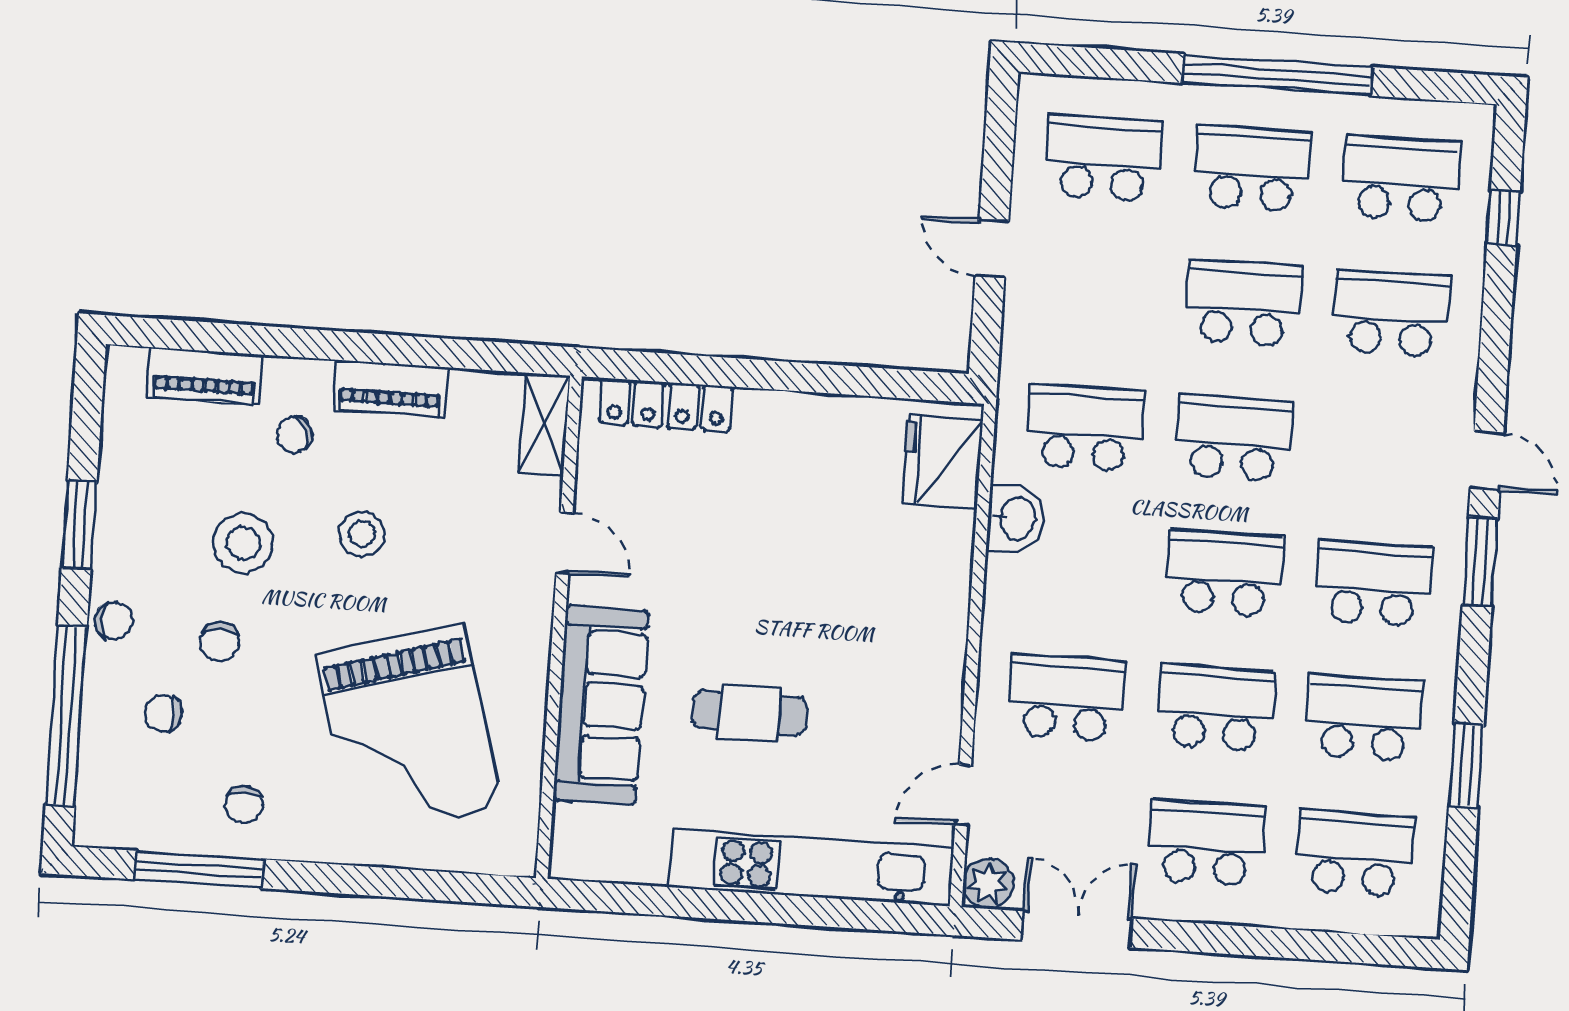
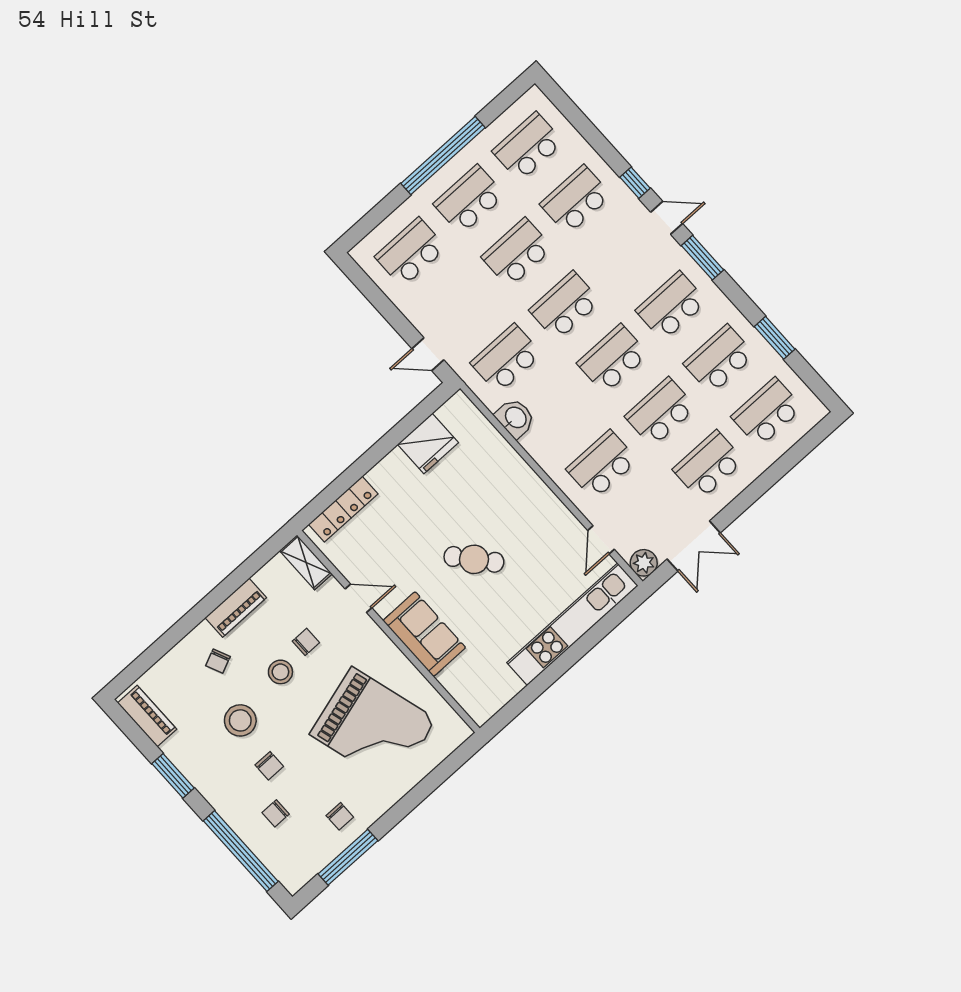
window: (1504, 218) -> (635, 183), moved
door: (992, 248) -> (428, 354), moved
piano: (205, 376) -> (147, 716), moved, turned -90
fridge: (943, 462) -> (428, 443), moved, turned -90
chair: (114, 620) -> (306, 642), moved
sofa: (601, 705) -> (424, 634), width x0.73
cafe table: (750, 713) -> (474, 559), moved, turned 50
double door: (1077, 929) -> (694, 546), swing flipped

